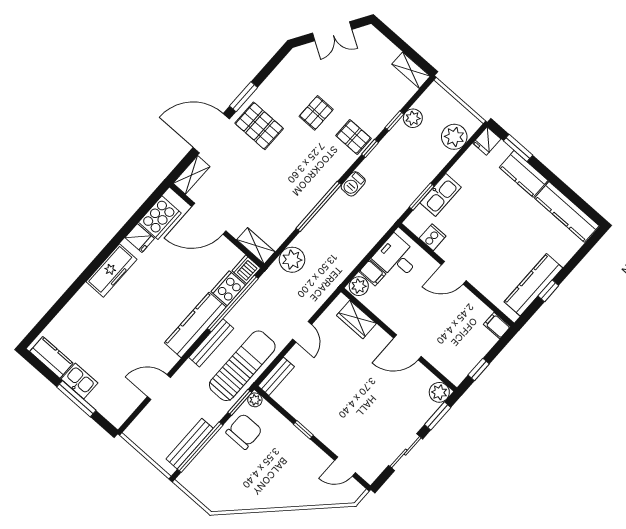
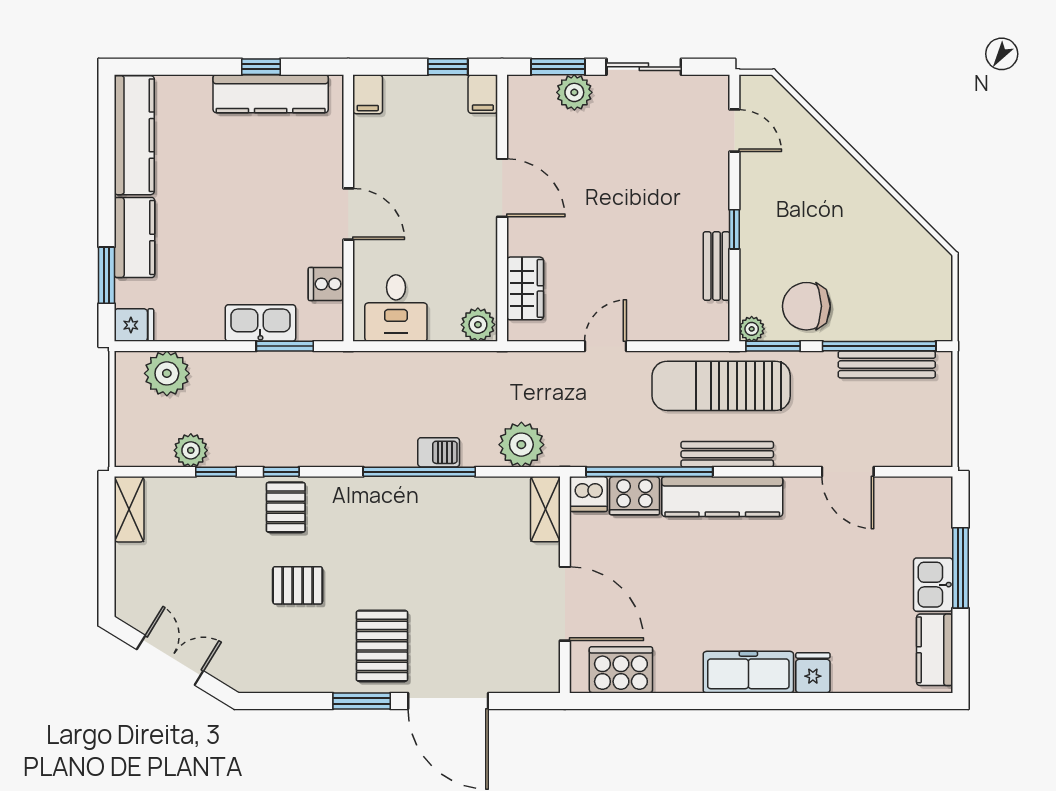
shelving: (191, 175) -> (527, 678), removed
barbecue: (353, 184) -> (439, 452), moved
fridge: (140, 238) -> (813, 673), moved
filing cabinet: (372, 273) -> (483, 94), moved, turned 180
bench: (276, 376) -> (717, 266), moved, turned 90
plant: (439, 392) -> (574, 92), moved

